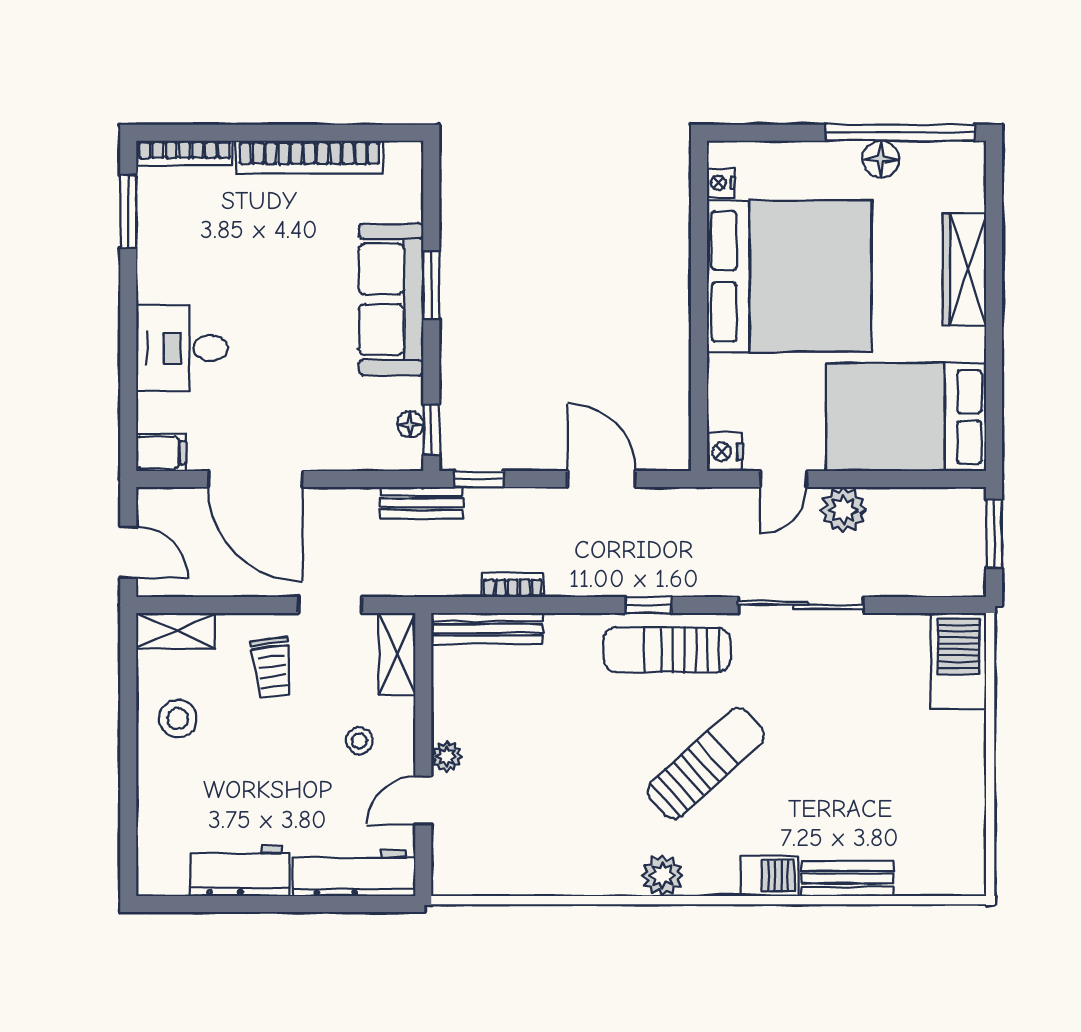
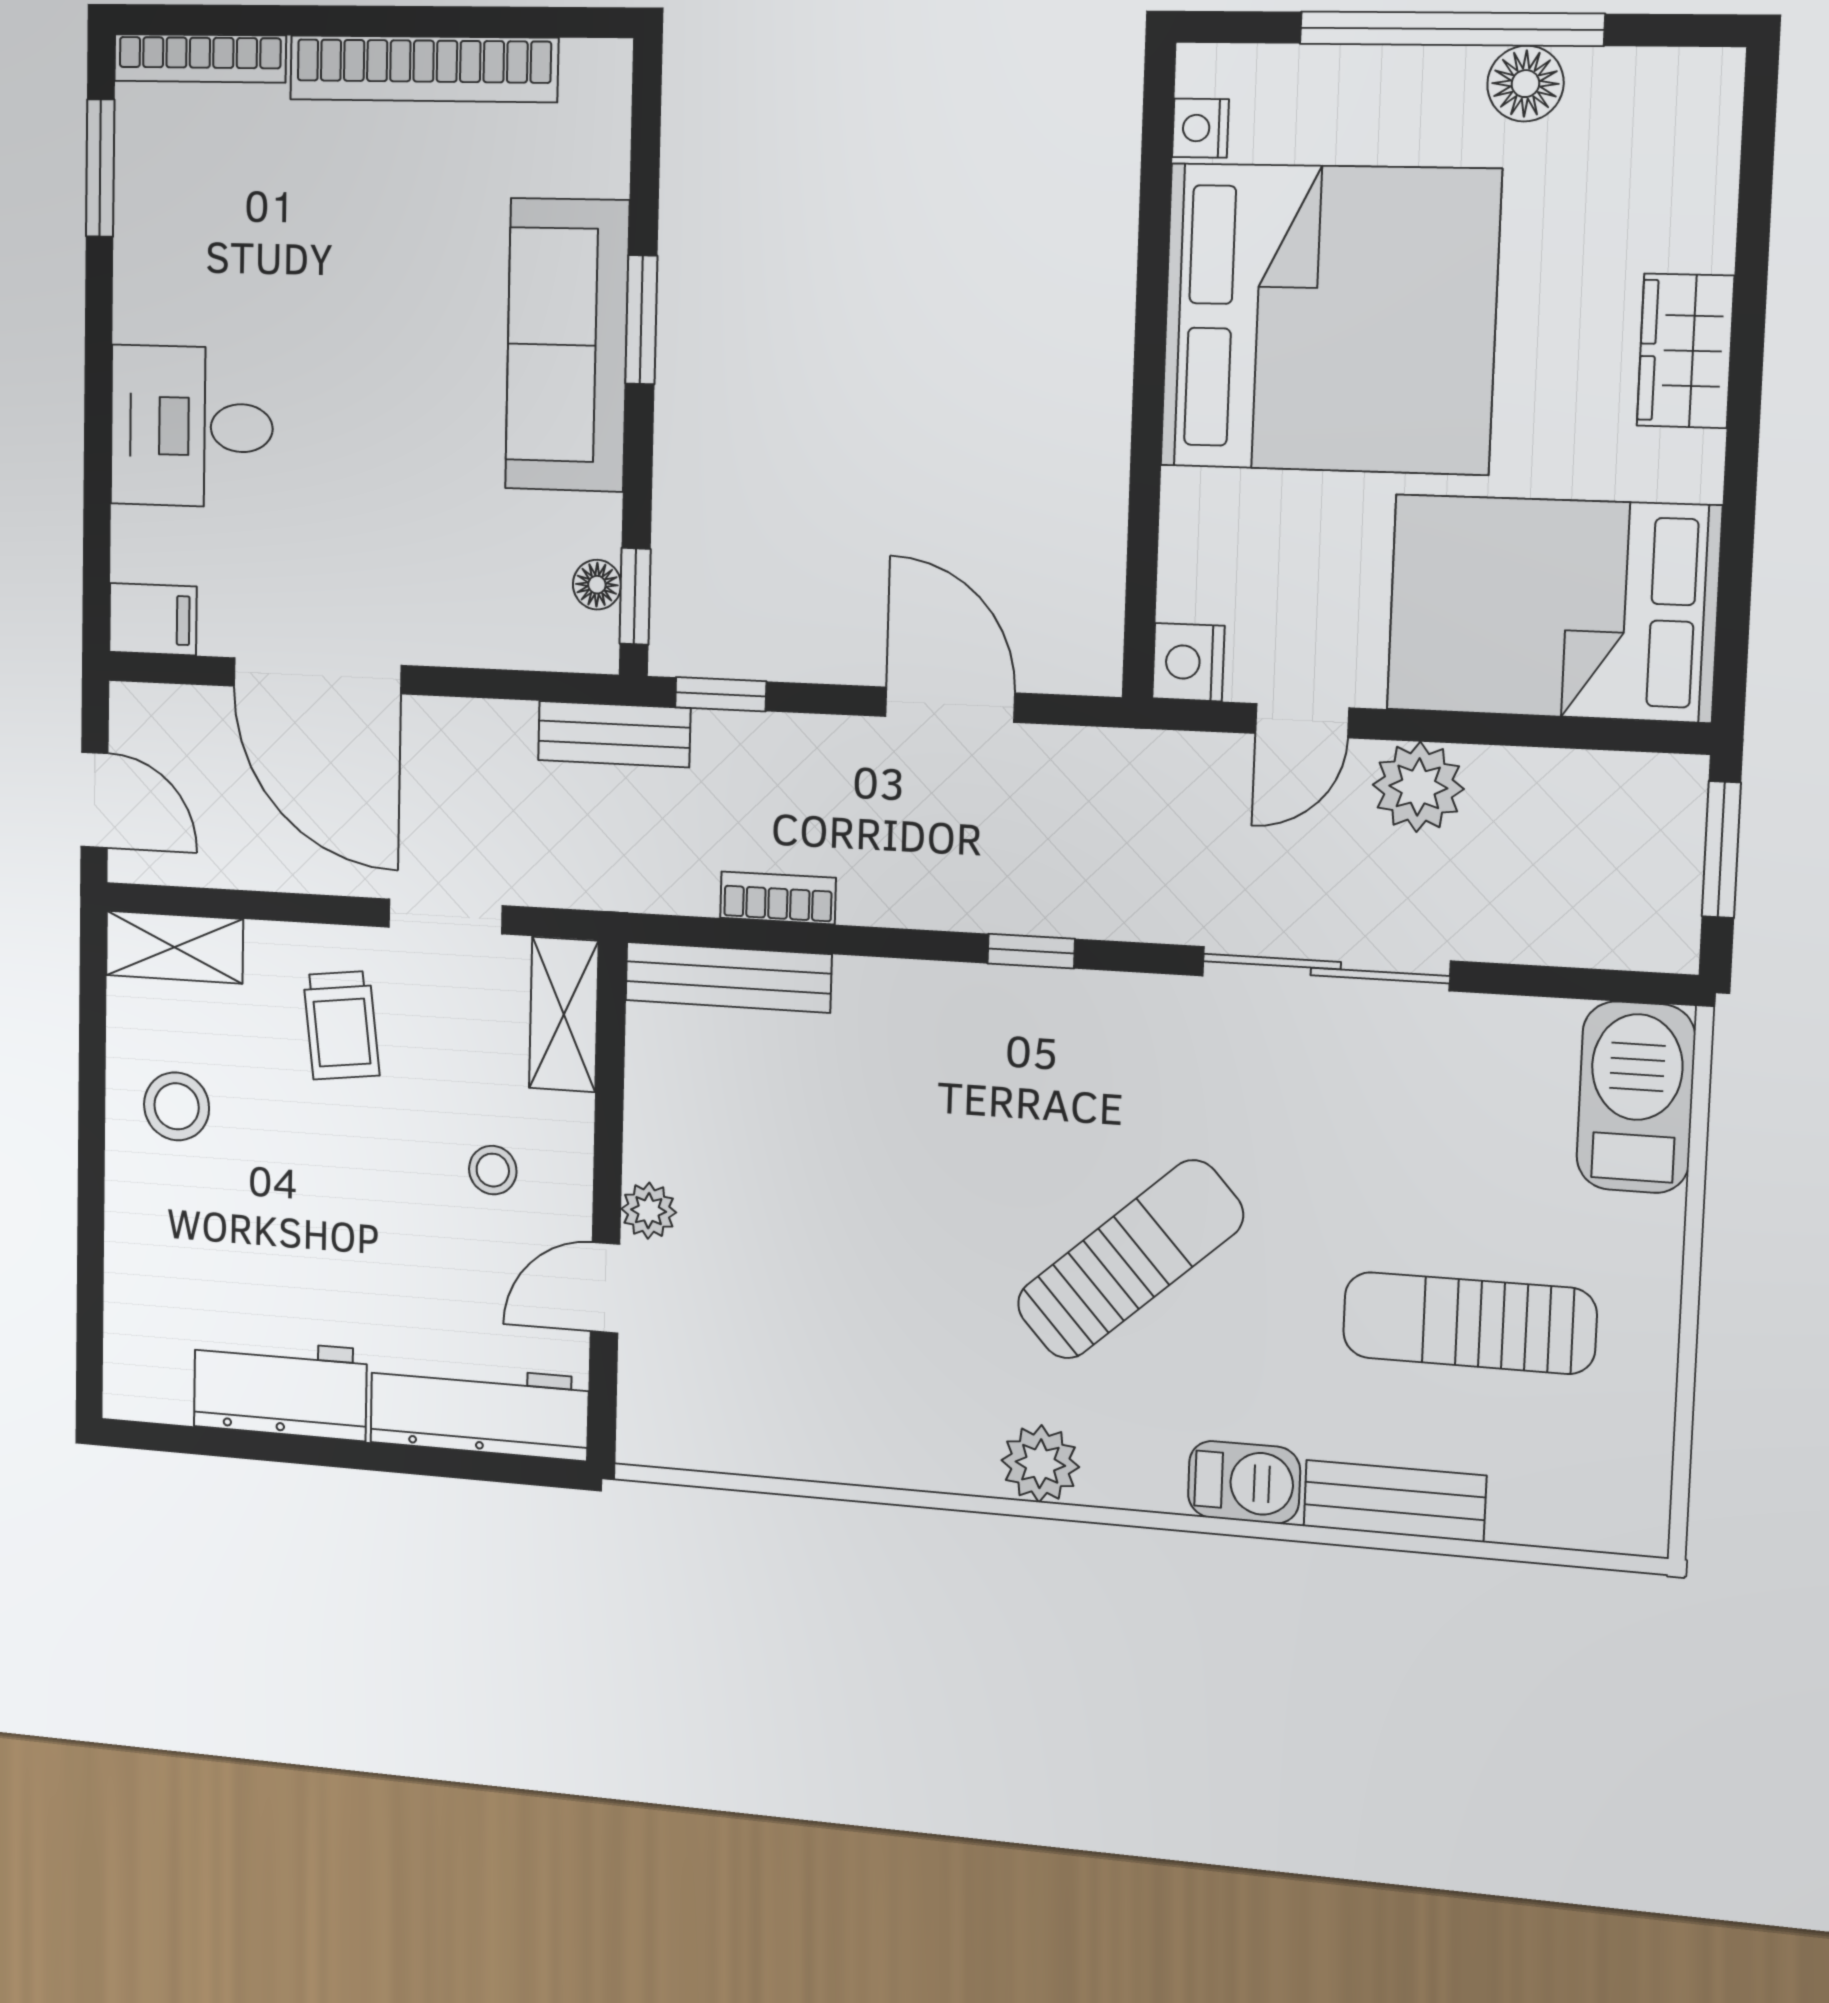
window: (900, 133) -> (1451, 29), moved
wardrobe: (965, 269) -> (1686, 351), width x0.67
sun lounger: (667, 650) -> (1469, 1323), moved

